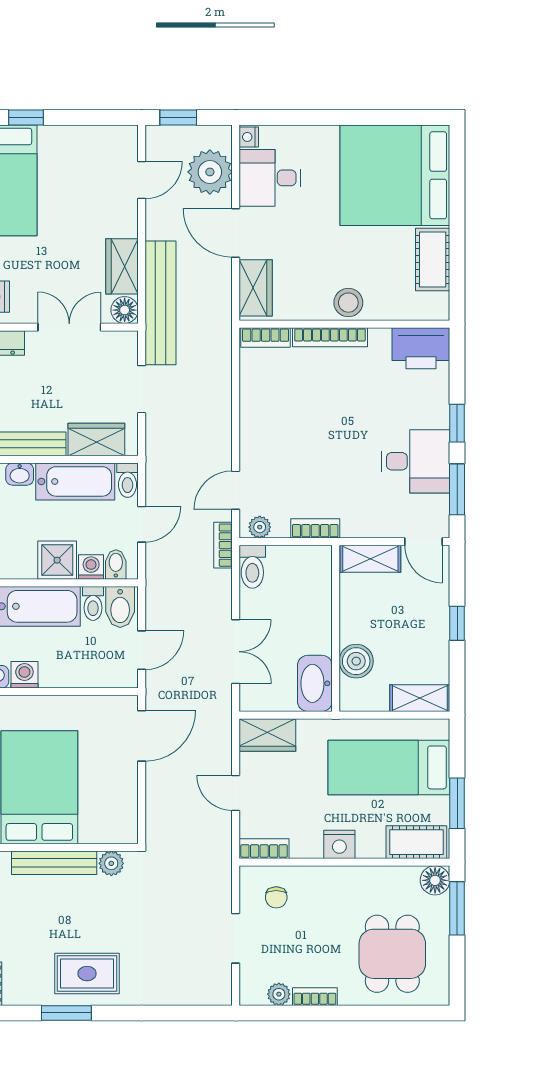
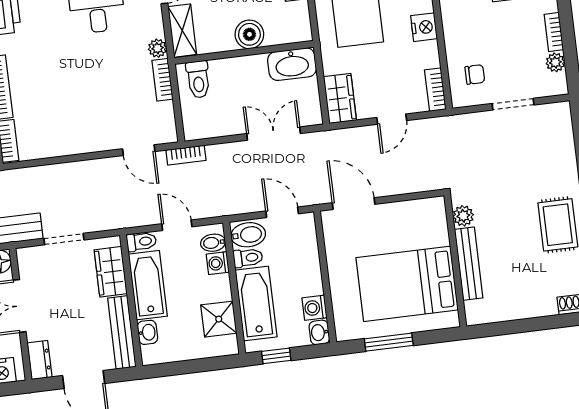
plant: (260, 527) -> (157, 48), moved
shower: (57, 560) -> (219, 319), moved
toilet: (252, 567) -> (198, 79), moved, turned 90
boiler: (356, 661) -> (249, 34), moved

